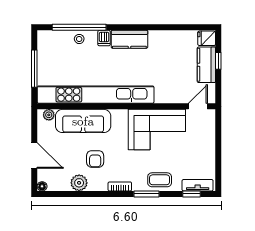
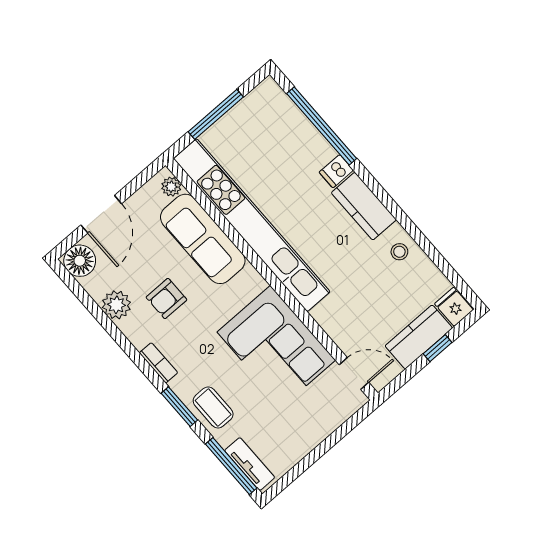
stool: (79, 39) -> (399, 252), moved
floor lamp: (42, 186) -> (80, 261), width x1.89, depth x1.89
window: (192, 194) -> (231, 466), width x2.17

